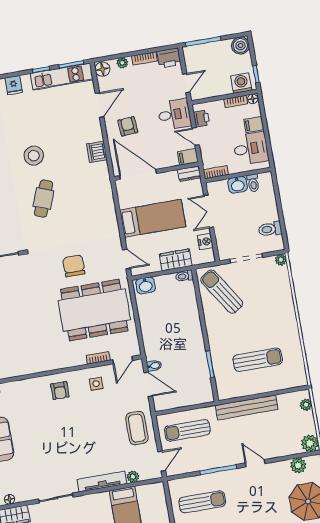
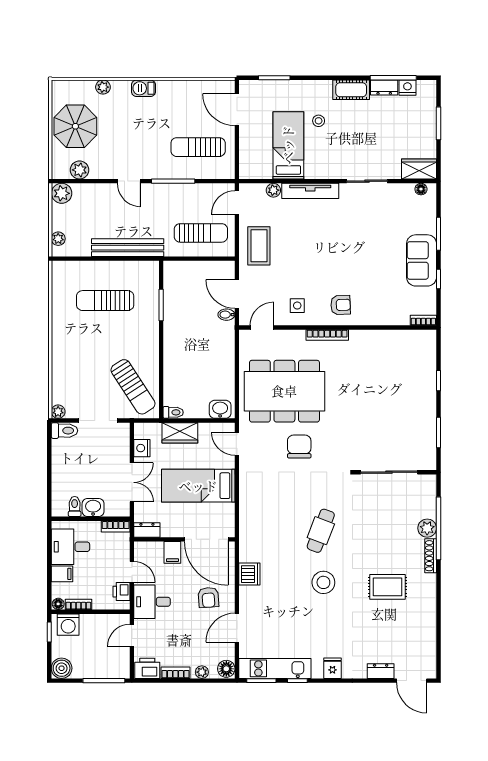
filing cabinet: (188, 157) -> (172, 552), moved, turned 90
toilet: (270, 229) -> (64, 431), moved
chair: (74, 266) -> (299, 447), turned 180
bookcase: (98, 358) -> (327, 335), moved, width x1.56
armchair: (60, 390) -> (341, 305), turned 88

